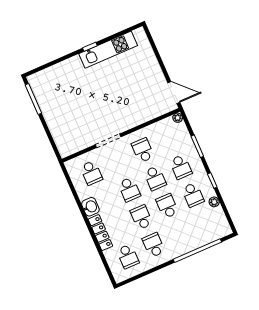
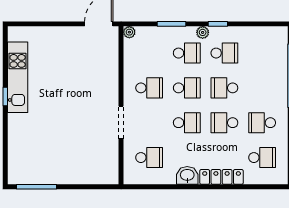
school desk: (143, 150) -> (149, 88), turned 180
plant: (214, 202) -> (203, 32), moved

